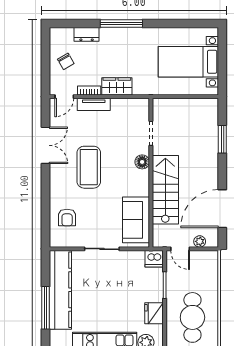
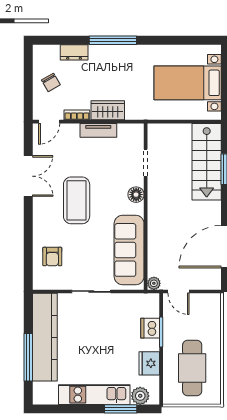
tv unit: (94, 104) -> (98, 130), moved
stairs: (165, 190) -> (207, 162), moved, turned 180
sofa: (136, 220) -> (129, 250), width x1.36
plant: (200, 241) -> (154, 283), moved
dishwasher: (154, 259) -> (150, 328), moved, turned 90

